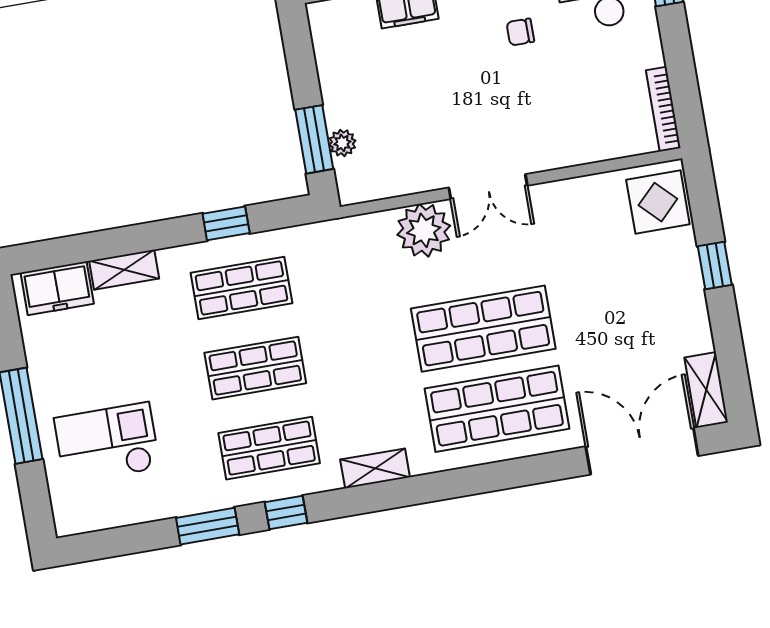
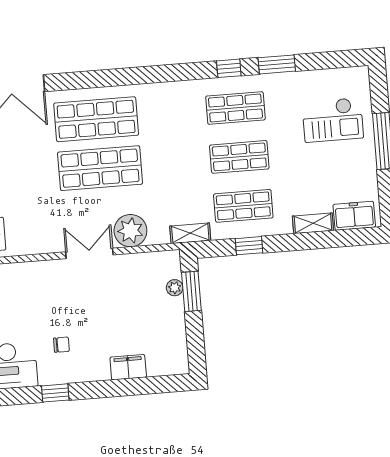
shelving: (375, 468) -> (190, 233), moved

